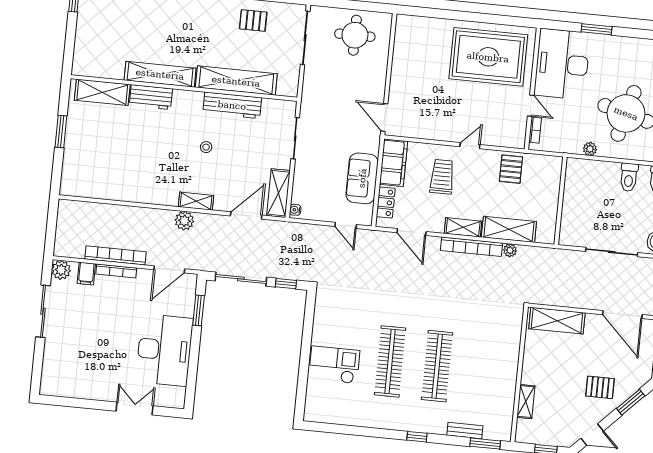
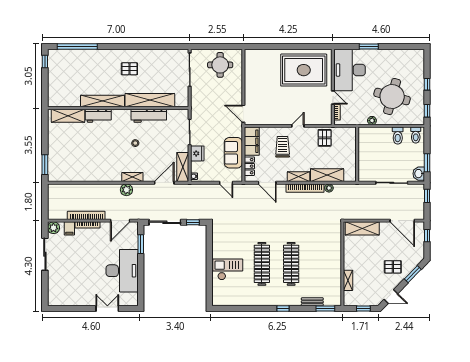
pallet: (253, 20) -> (129, 69), moved
window: (61, 131) -> (45, 165), moved
fridge: (304, 174) -> (197, 153), added

